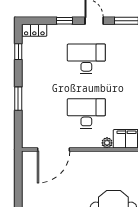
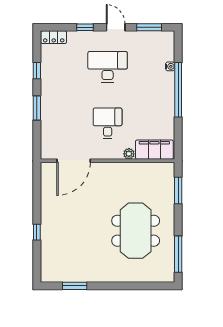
window: (18, 52) -> (37, 71), moved
desk: (86, 113) -> (108, 123), width x0.73

